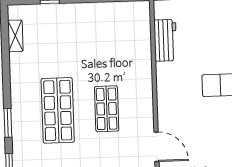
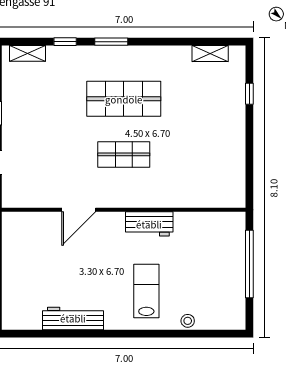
workbench: (165, 40) -> (149, 224), moved

